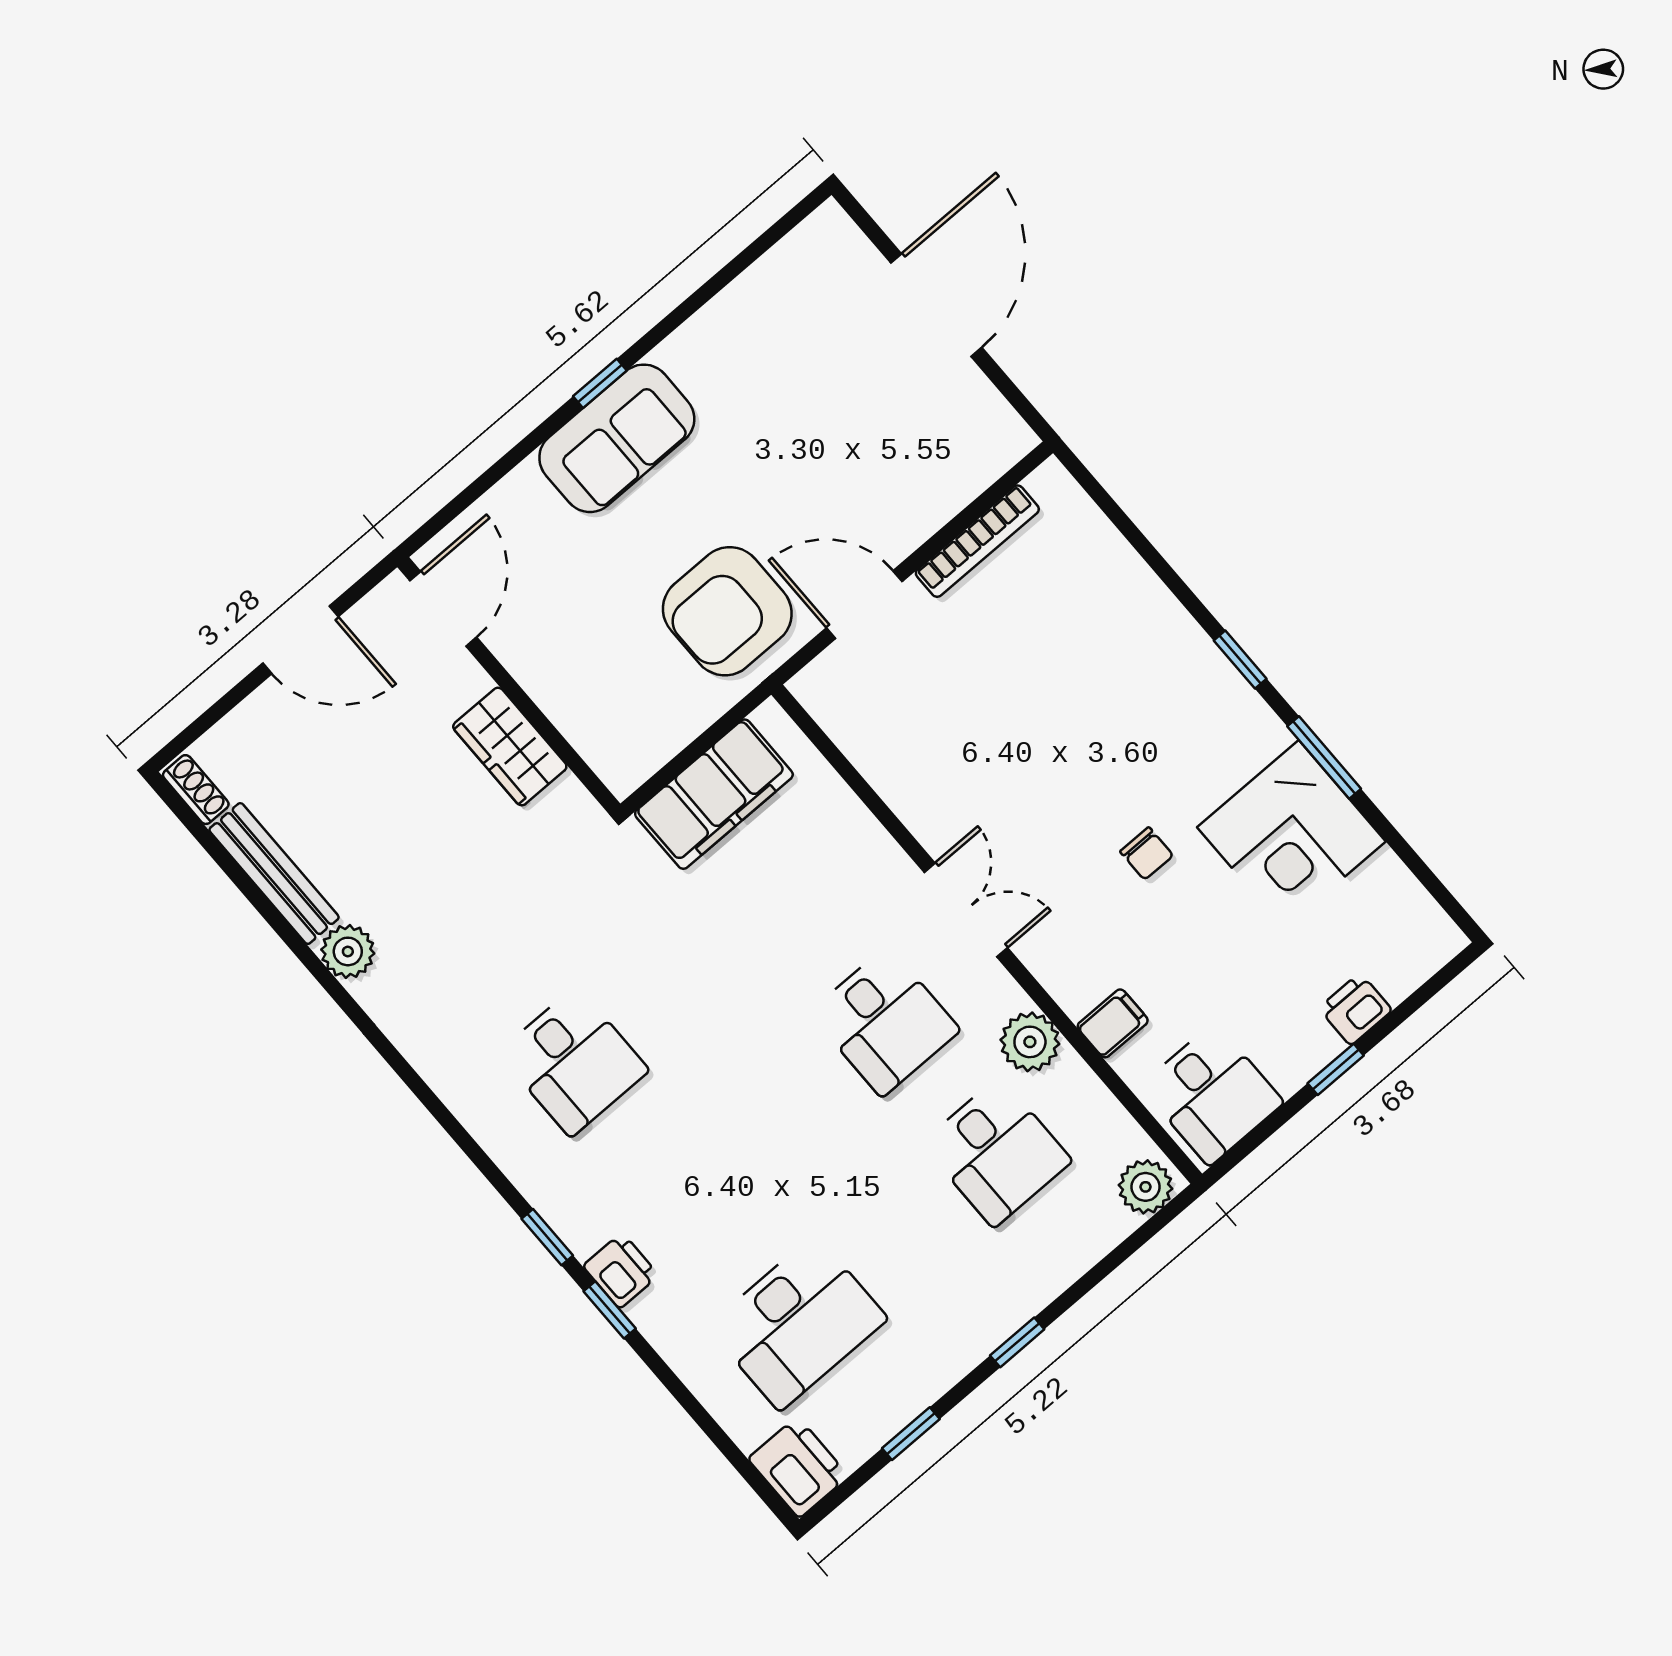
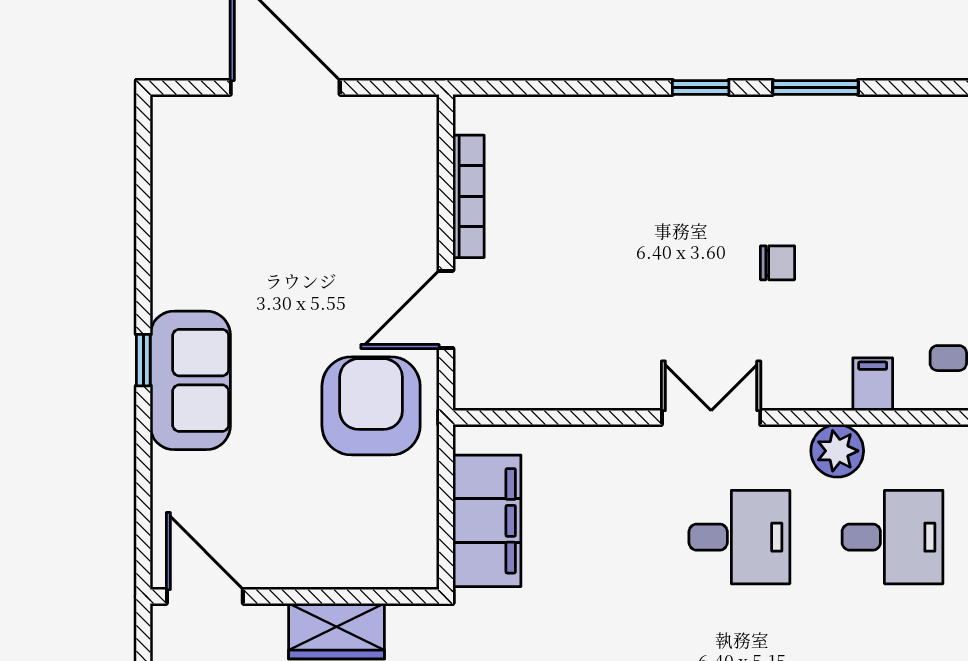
armchair: (727, 611) -> (371, 406), turned 180
corner desk: (1291, 834) -> (848, 154), removed

